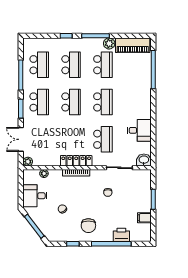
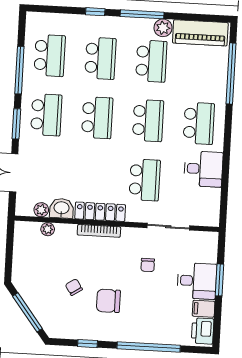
school desk: (135, 102) -> (199, 123), added
washbasin: (144, 160) -> (62, 208), moved
plant: (28, 162) -> (41, 210), moved
desk: (35, 196) -> (197, 281), moved, turned 180
chair: (88, 226) -> (108, 301), moved, turned 90
printer: (121, 235) -> (203, 331), moved, turned -90

